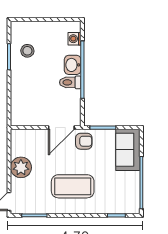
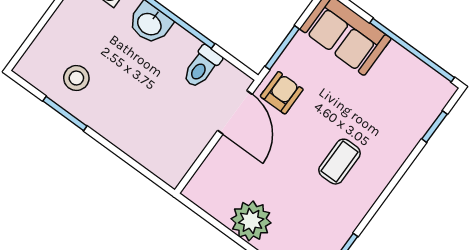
toilet: (70, 82) -> (202, 67), moved
coffee table: (73, 186) -> (340, 162), width x0.54, depth x0.58

